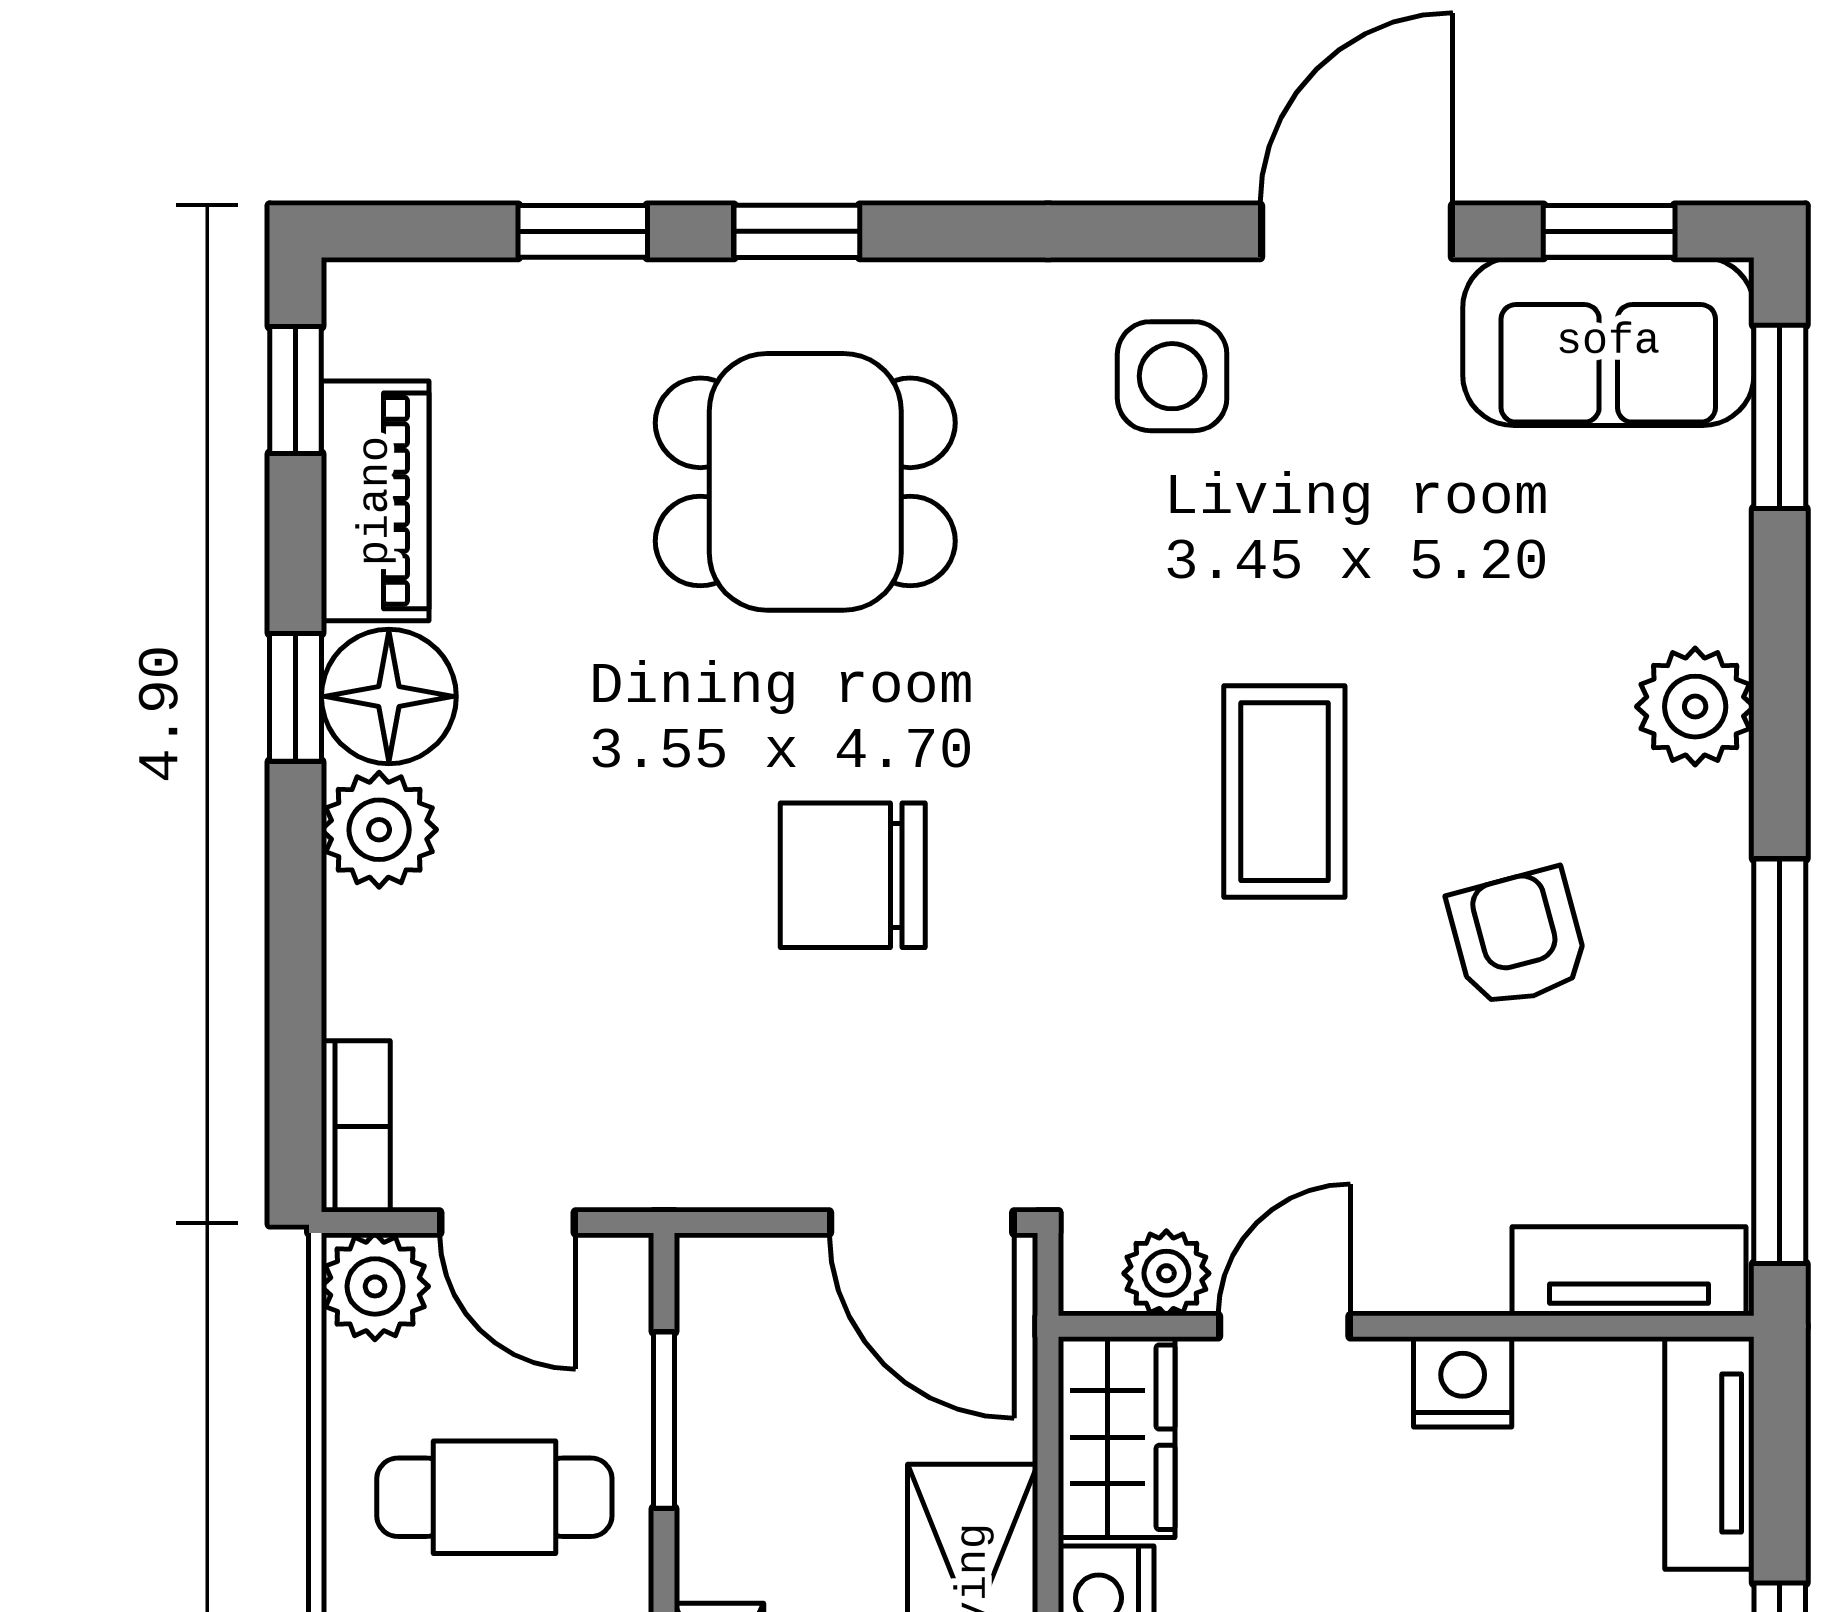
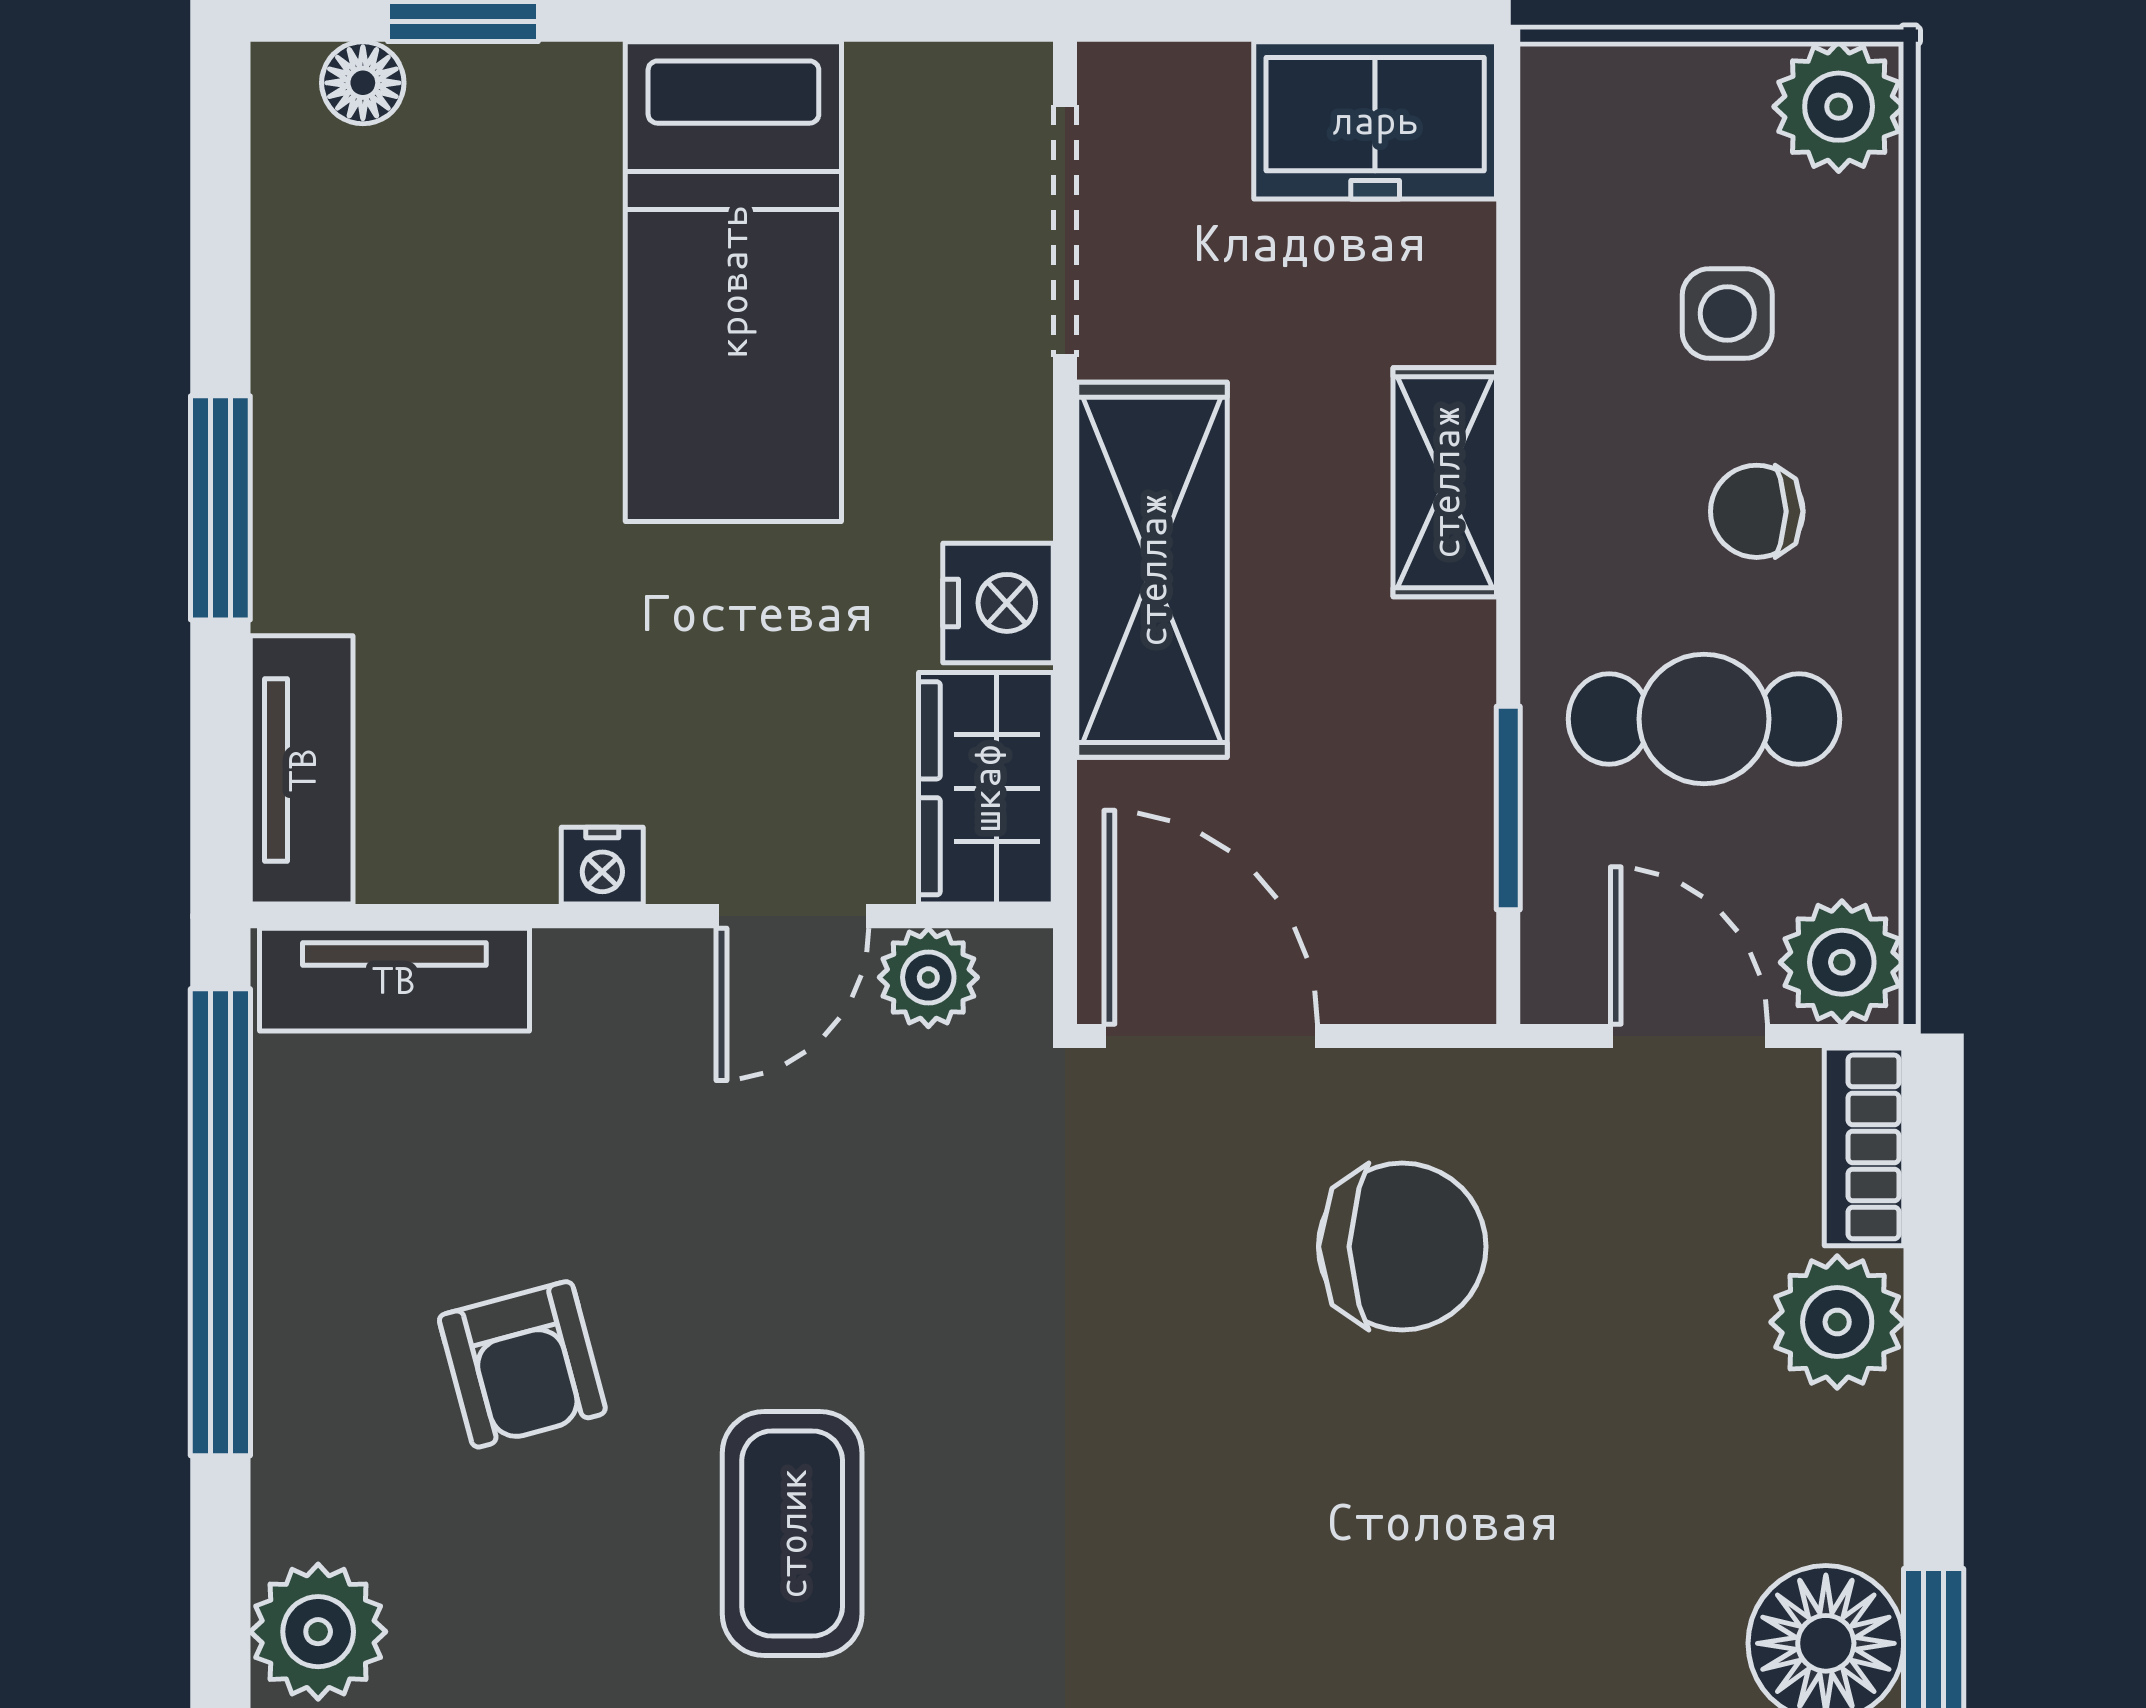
plant: (379, 830) -> (1837, 1322), moved
chair: (853, 875) -> (1402, 1247), moved
nightstand: (1463, 1382) -> (602, 866), width x0.72, depth x0.74

